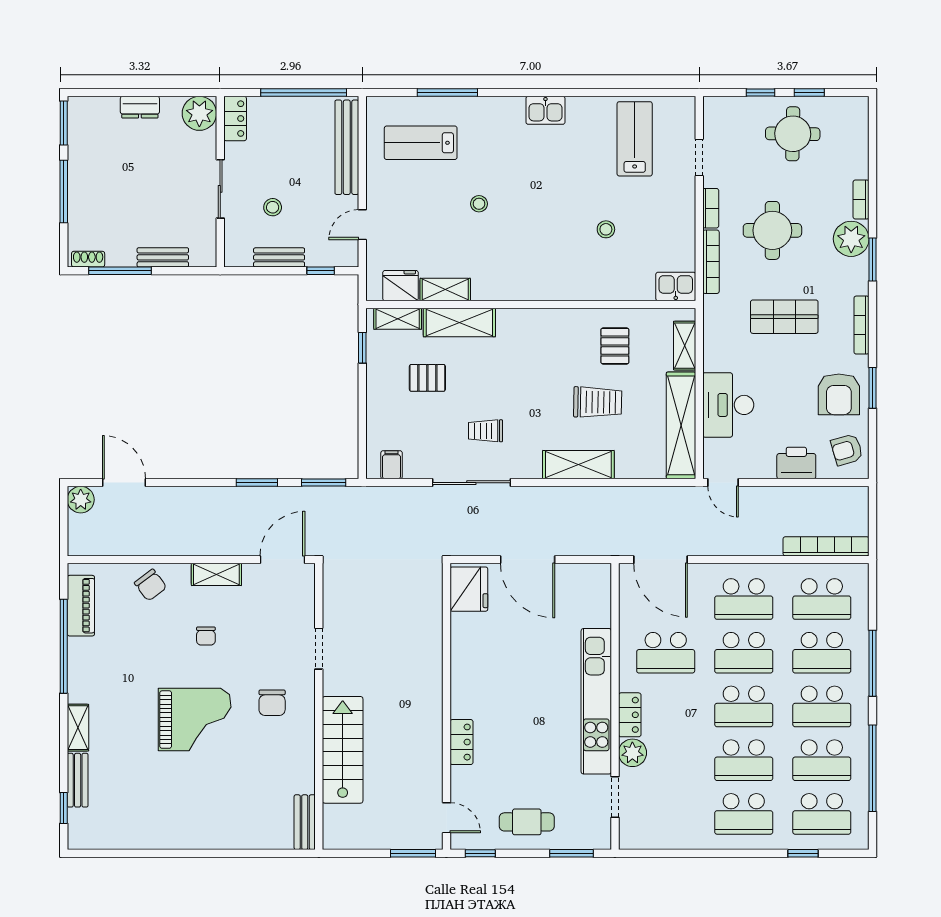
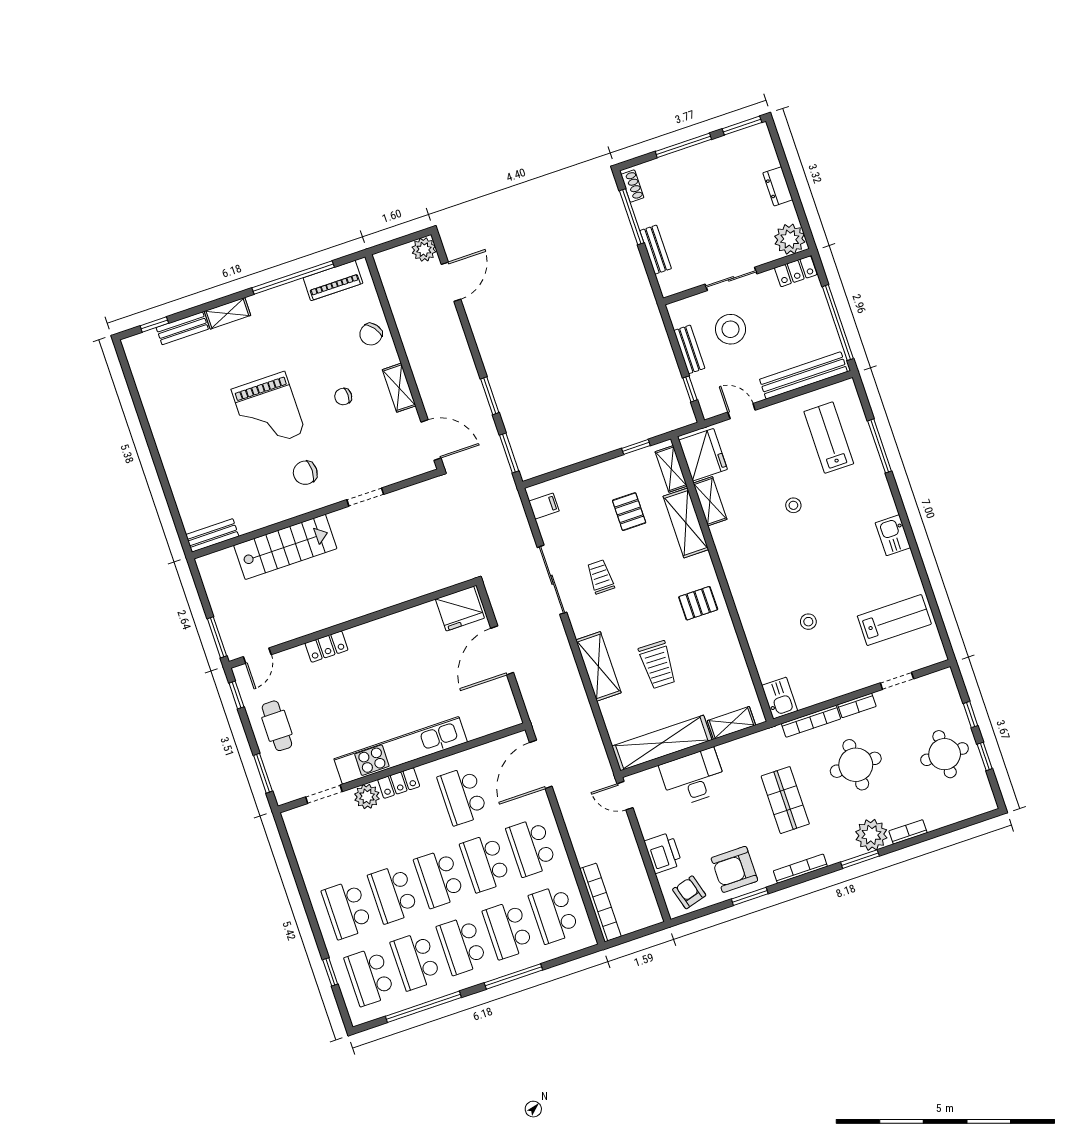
stool: (273, 207) -> (730, 329), width x1.89, depth x1.89
fridge: (401, 286) -> (703, 455), width x1.36, depth x1.34
pallet: (615, 346) -> (698, 603), moved
door: (723, 483) -> (625, 796), hinge flipped

